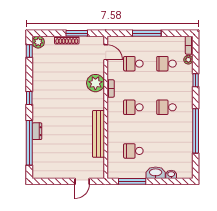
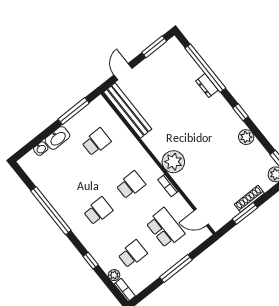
school desk: (133, 64) -> (165, 228), width x1.85
plant: (38, 80) -> (246, 137), added
plant: (95, 83) -> (173, 162), moved
bench: (98, 134) -> (128, 111), moved
window: (50, 181) -> (154, 47), added

